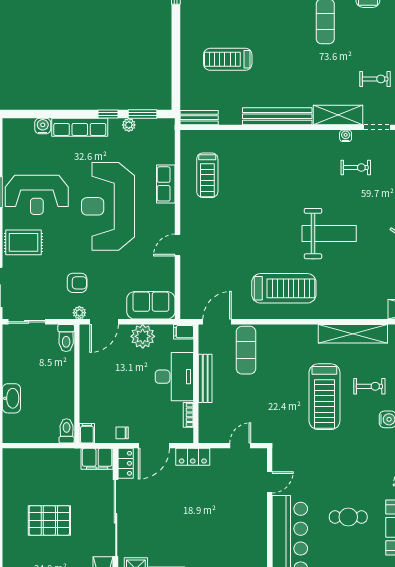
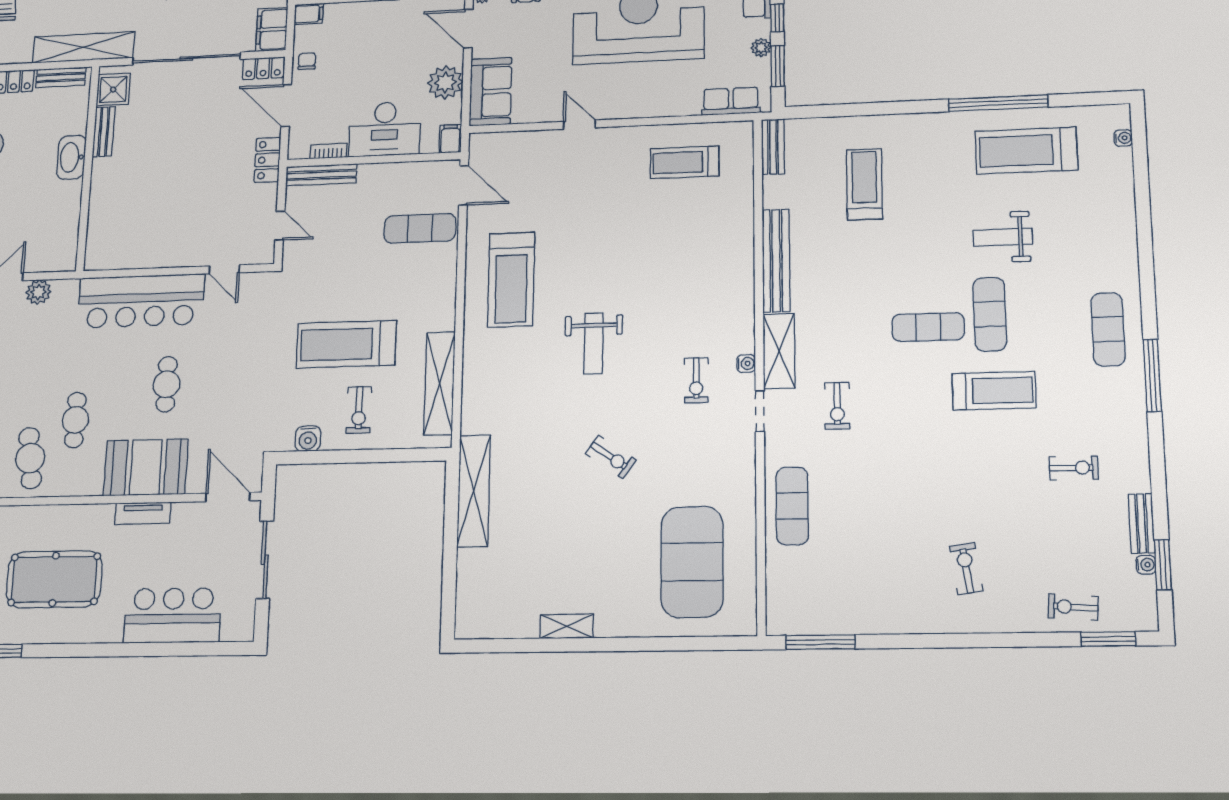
row of seats: (166, 184) -> (731, 101), moved
weight bench: (329, 234) -> (594, 343), width x0.73, depth x0.75
bench: (205, 378) -> (321, 175), moved

